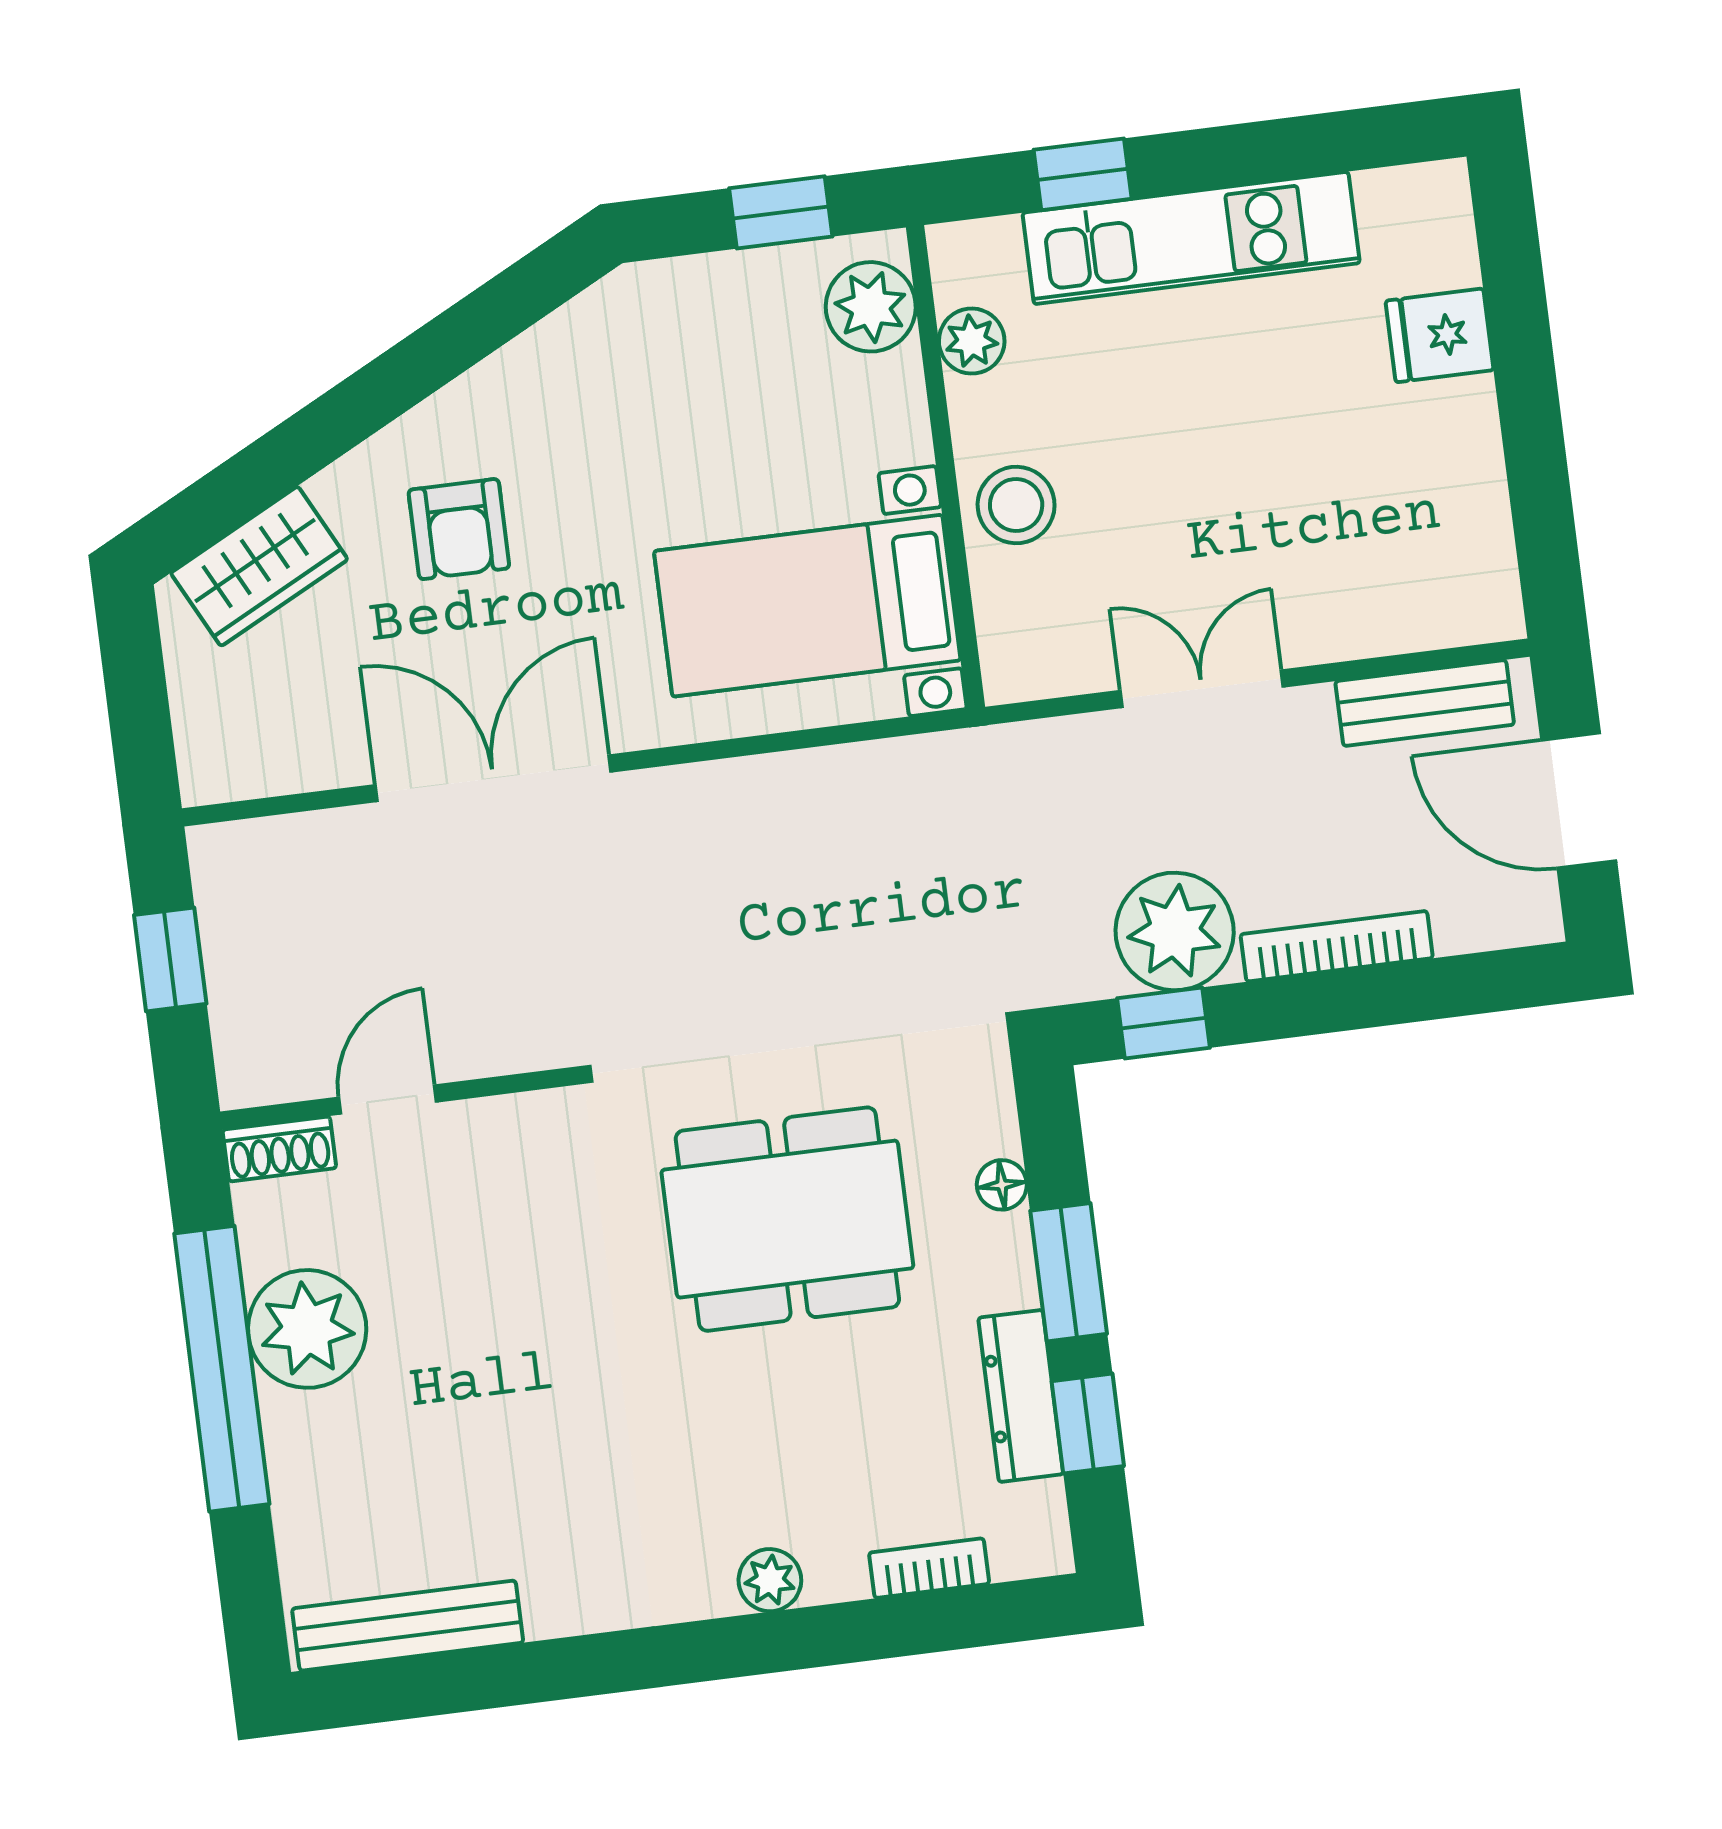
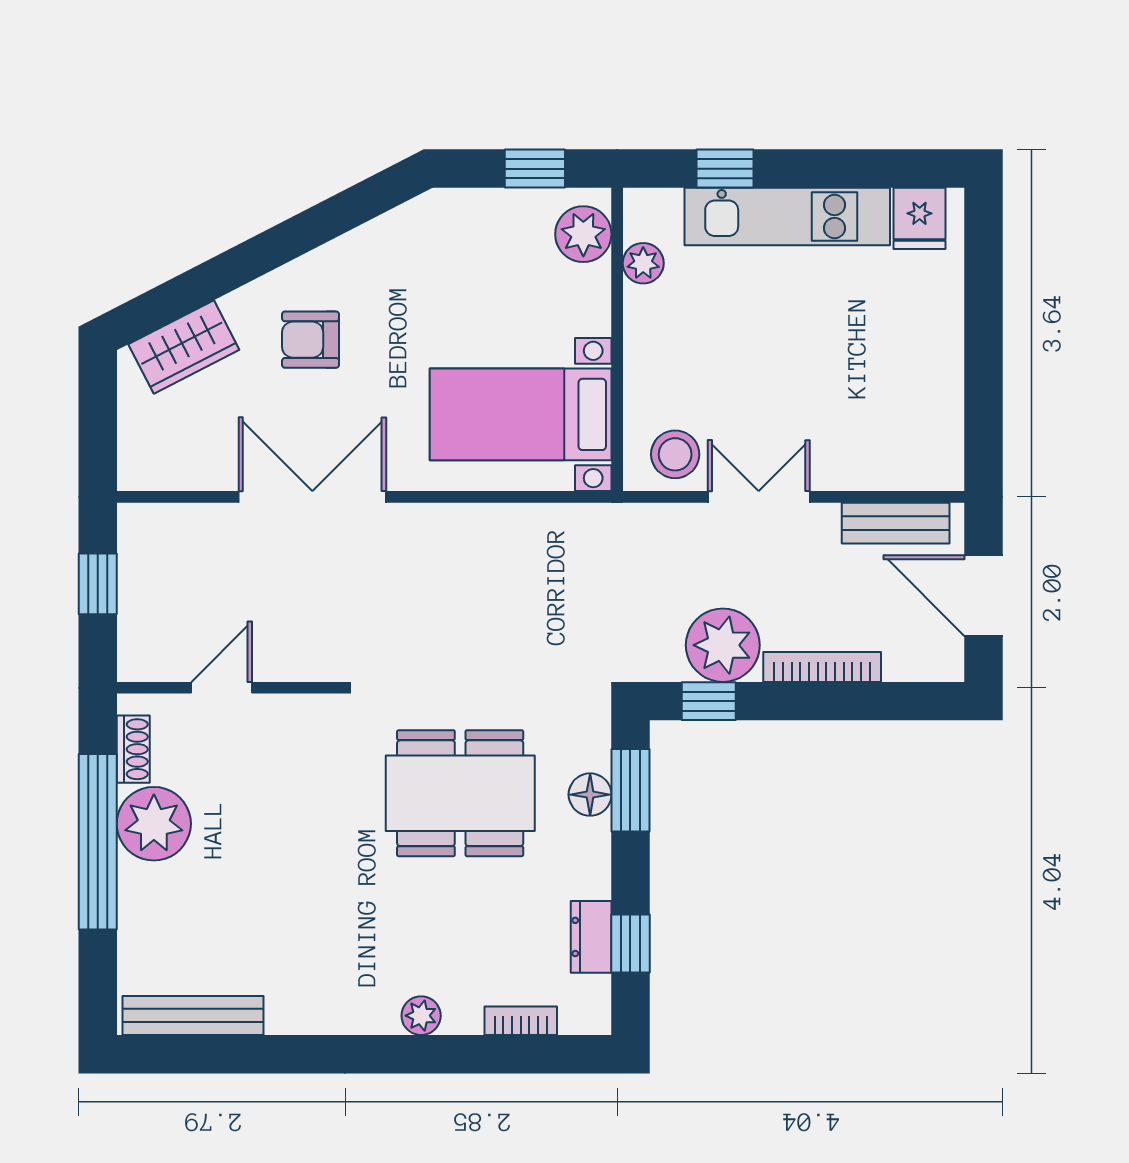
fridge: (1439, 335) -> (920, 218), moved, turned -90
stool: (1016, 505) -> (675, 454), moved
armchair: (459, 529) -> (311, 340), turned 90
shoe rack: (279, 1149) -> (133, 749), moved, turned -90
floor lamp: (1002, 1185) -> (590, 795), width x1.37, depth x1.37
window: (1069, 1272) -> (630, 790), moved
dresser: (1021, 1396) -> (591, 937), width x0.70

